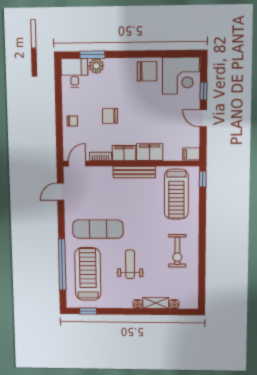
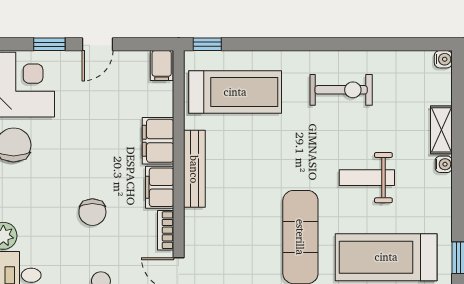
water cooler: (174, 304) -> (443, 59), moved

